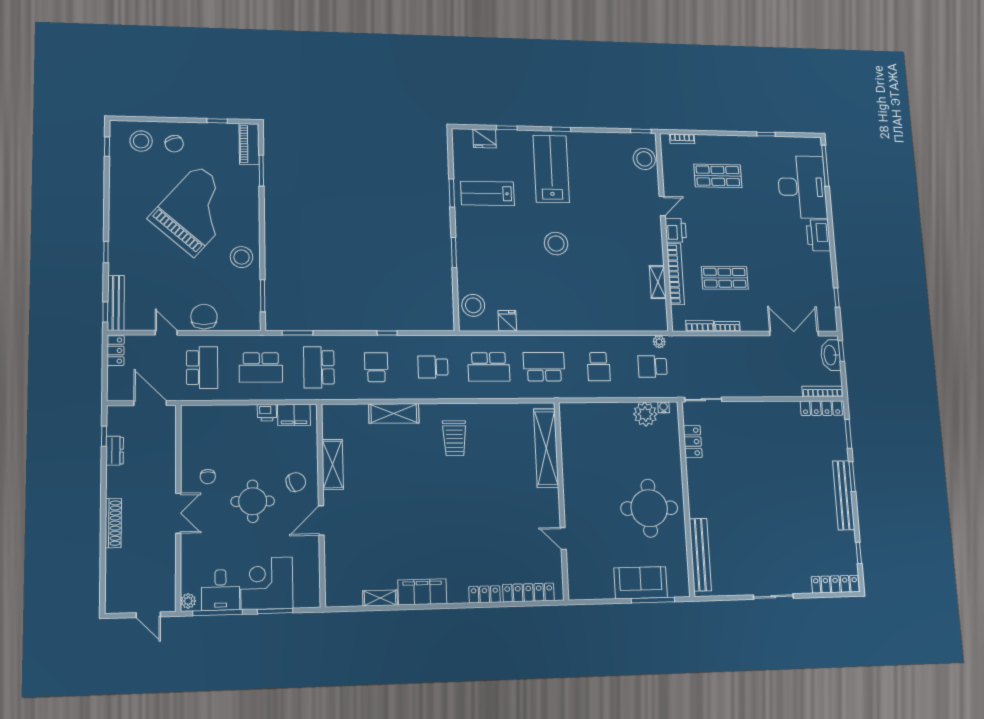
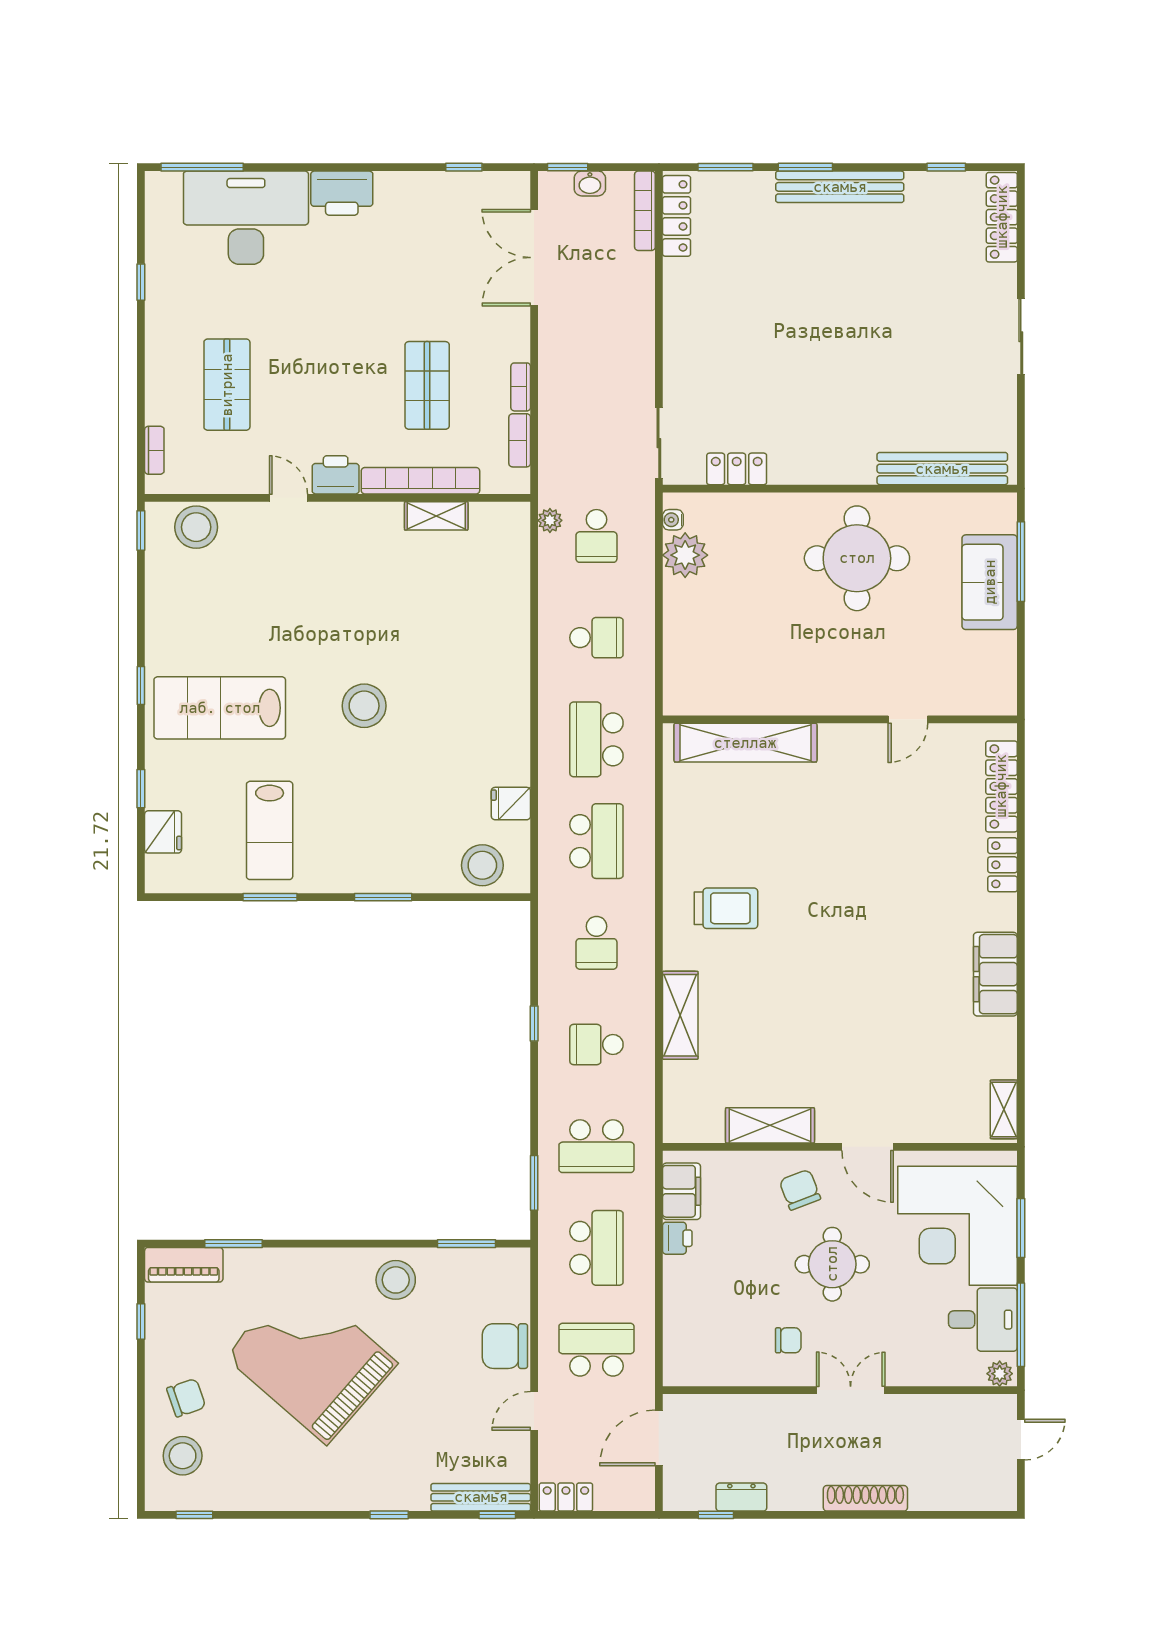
washbasin: (831, 355) -> (590, 183), width x0.52, depth x0.69
corner desk: (267, 583) -> (957, 1226), width x1.36, depth x1.36
shelving: (380, 598) -> (1004, 1109), moved

